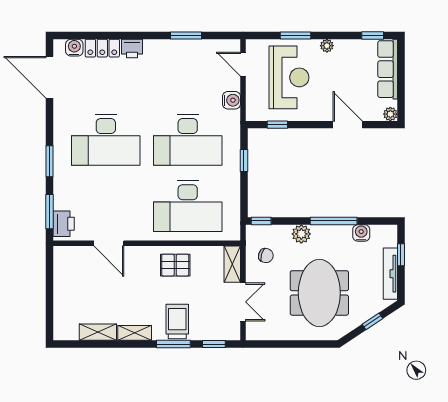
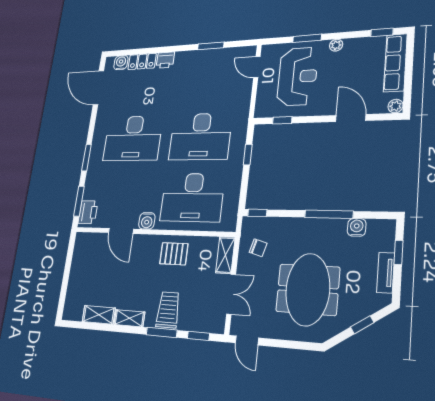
water cooler: (232, 100) -> (147, 221), moved, turned 90
plant: (301, 234) -> (295, 227), removed
tv unit: (390, 274) -> (386, 273), width x0.71
door: (264, 344) -> (247, 340), added

